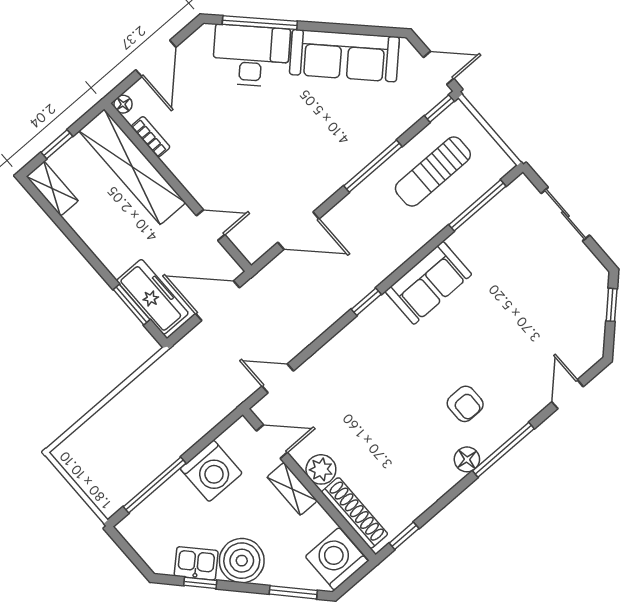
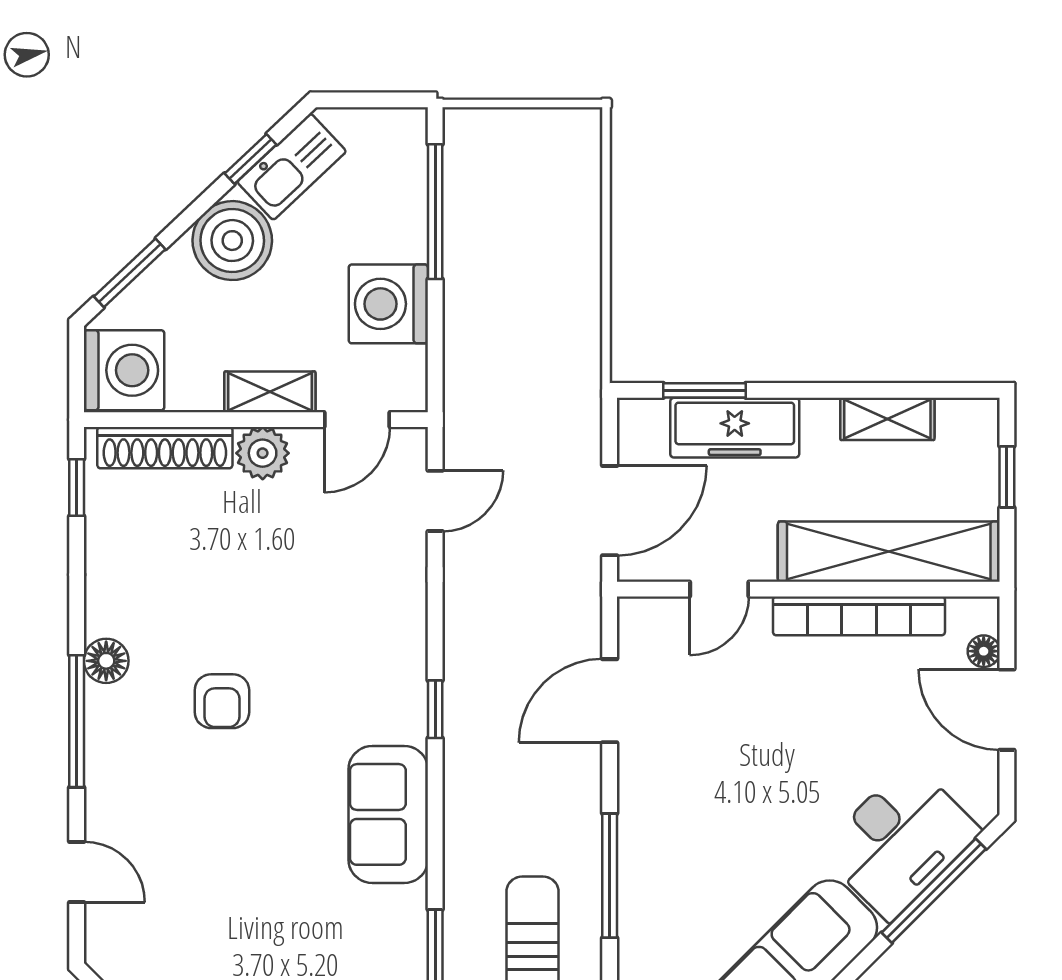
floor lamp: (123, 104) -> (984, 651), moved
bookcase: (151, 137) -> (859, 616), width x2.31, depth x1.31
shelving: (52, 189) -> (887, 419), moved
freezer: (153, 297) -> (735, 428), moved
armchair: (465, 404) -> (222, 701), moved, turned -90
kitchen sink: (196, 563) -> (292, 167), width x1.38

